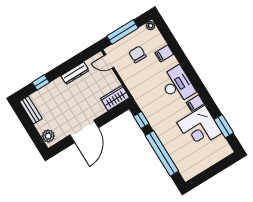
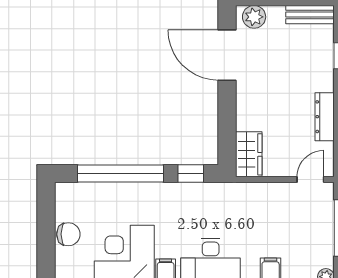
chair: (138, 54) -> (68, 234), moved
door: (84, 131) -> (227, 55), moved

